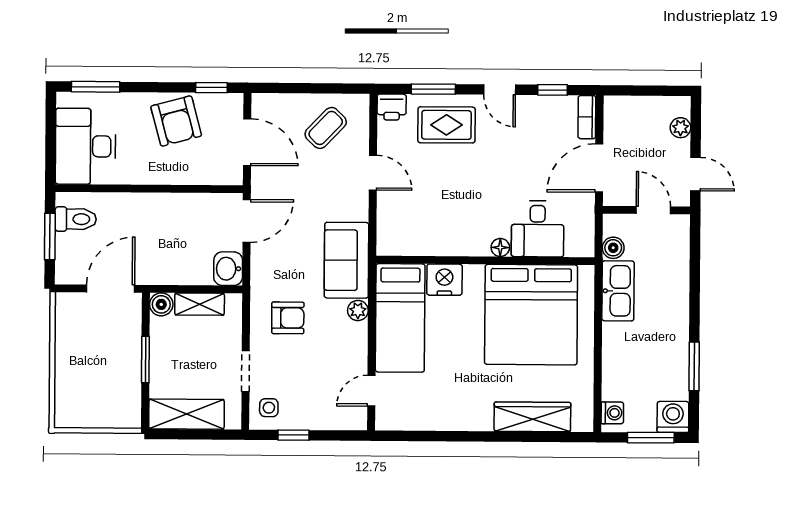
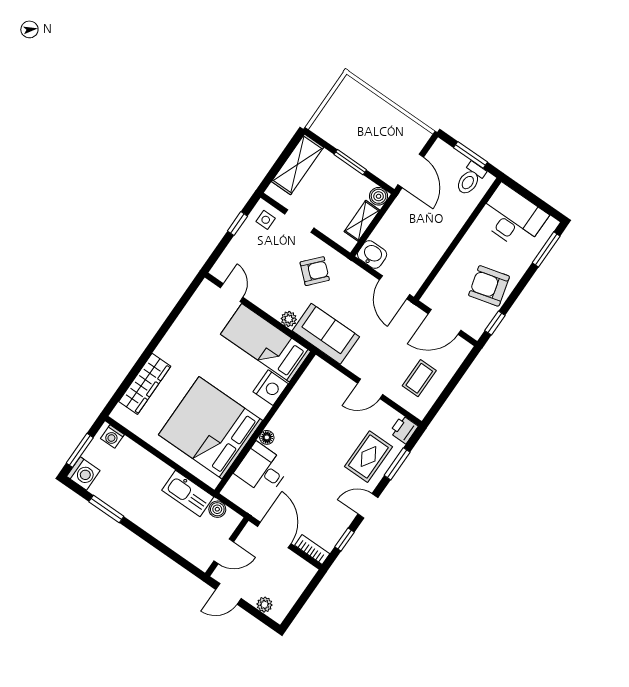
coffee table: (326, 128) -> (419, 378), turned 46
armchair: (288, 318) -> (315, 271), turned -138

